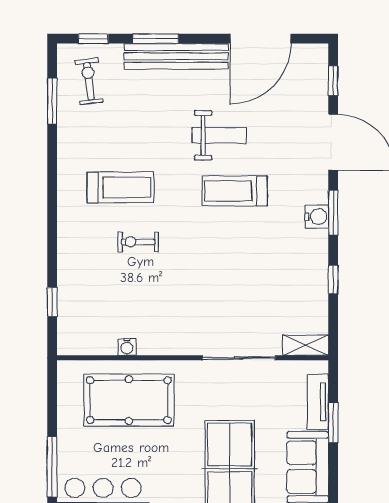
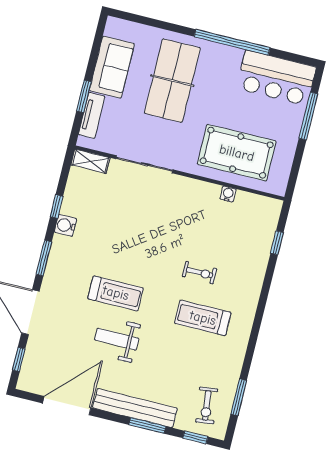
water cooler: (317, 217) -> (65, 225), moved

